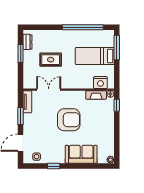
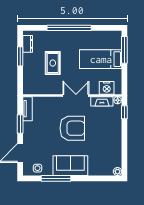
window: (83, 27) -> (69, 28), moved
rug: (51, 60) -> (53, 63), turned 90
double door: (49, 90) -> (76, 95), moved
sofa: (81, 154) -> (70, 166), moved
window: (54, 166) -> (56, 178), width x2.17

